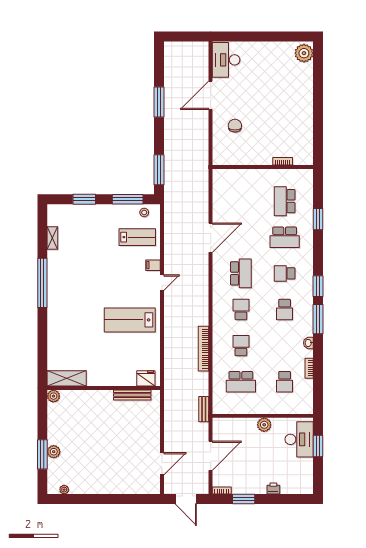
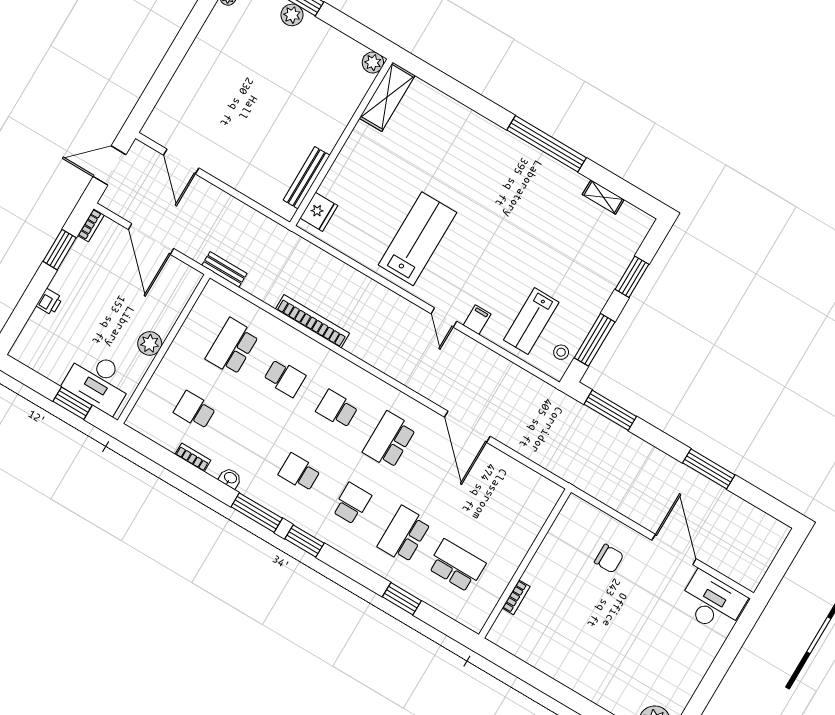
school desk: (241, 273) -> (389, 440), turned 90
school desk: (241, 310) -> (337, 409), turned 180

